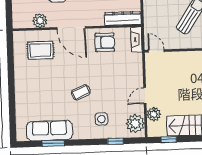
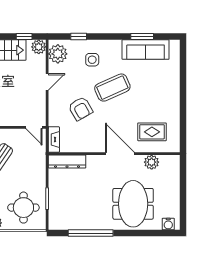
armchair: (105, 42) -> (81, 109), moved, turned -120
coffee table: (81, 92) -> (112, 88), width x1.86, depth x1.72
plant: (154, 114) -> (39, 47), moved

